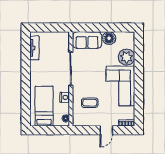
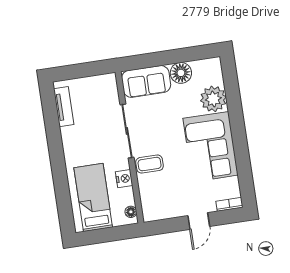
coffee table: (90, 103) -> (150, 164), moved

